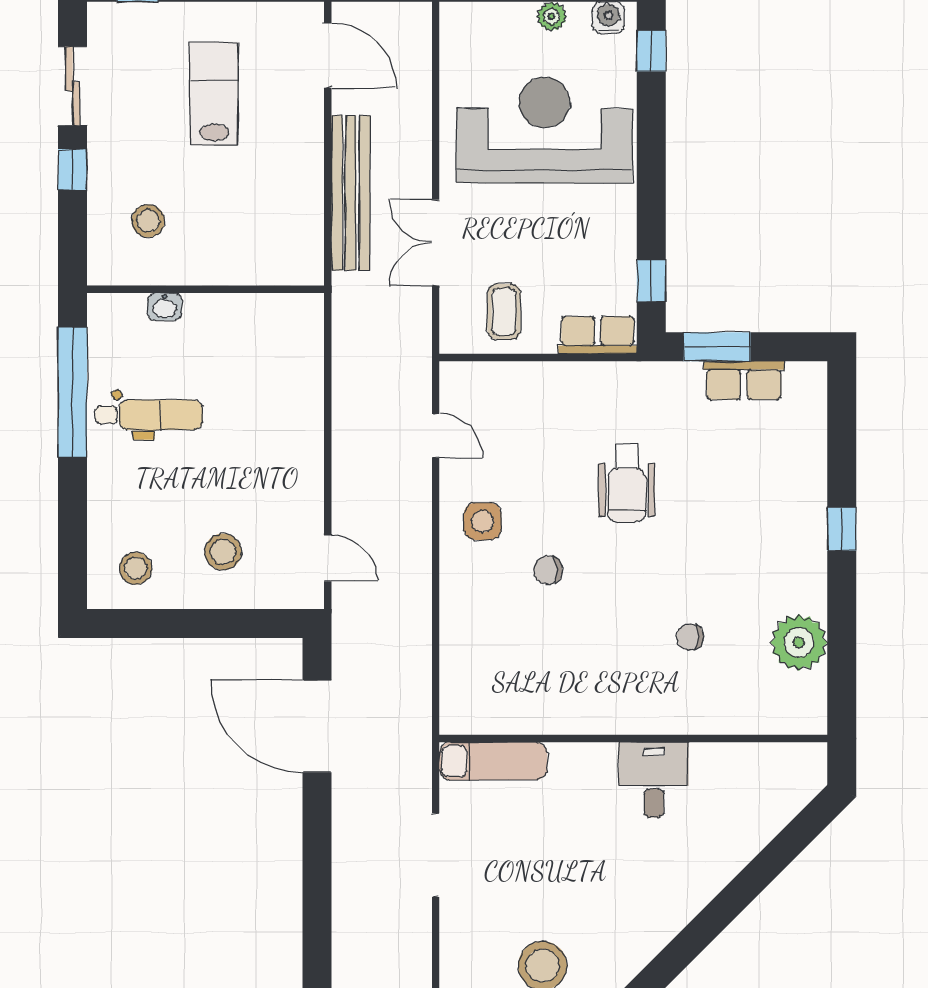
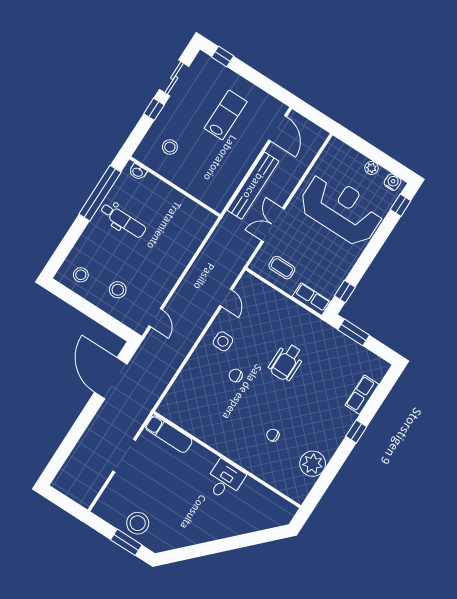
washbasin: (165, 307) -> (138, 172), moved
coffee table: (504, 312) -> (282, 268), turned 90
row of seats: (744, 380) -> (362, 395), moved, turned 90

